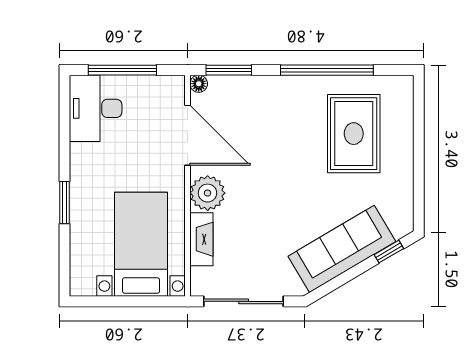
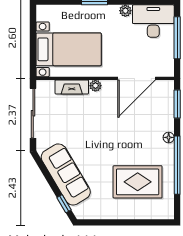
floor lamp: (199, 84) -> (169, 137), moved
plant: (79, 153) -> (125, 11), added
plant: (208, 193) -> (95, 86), width x0.53, depth x0.53

